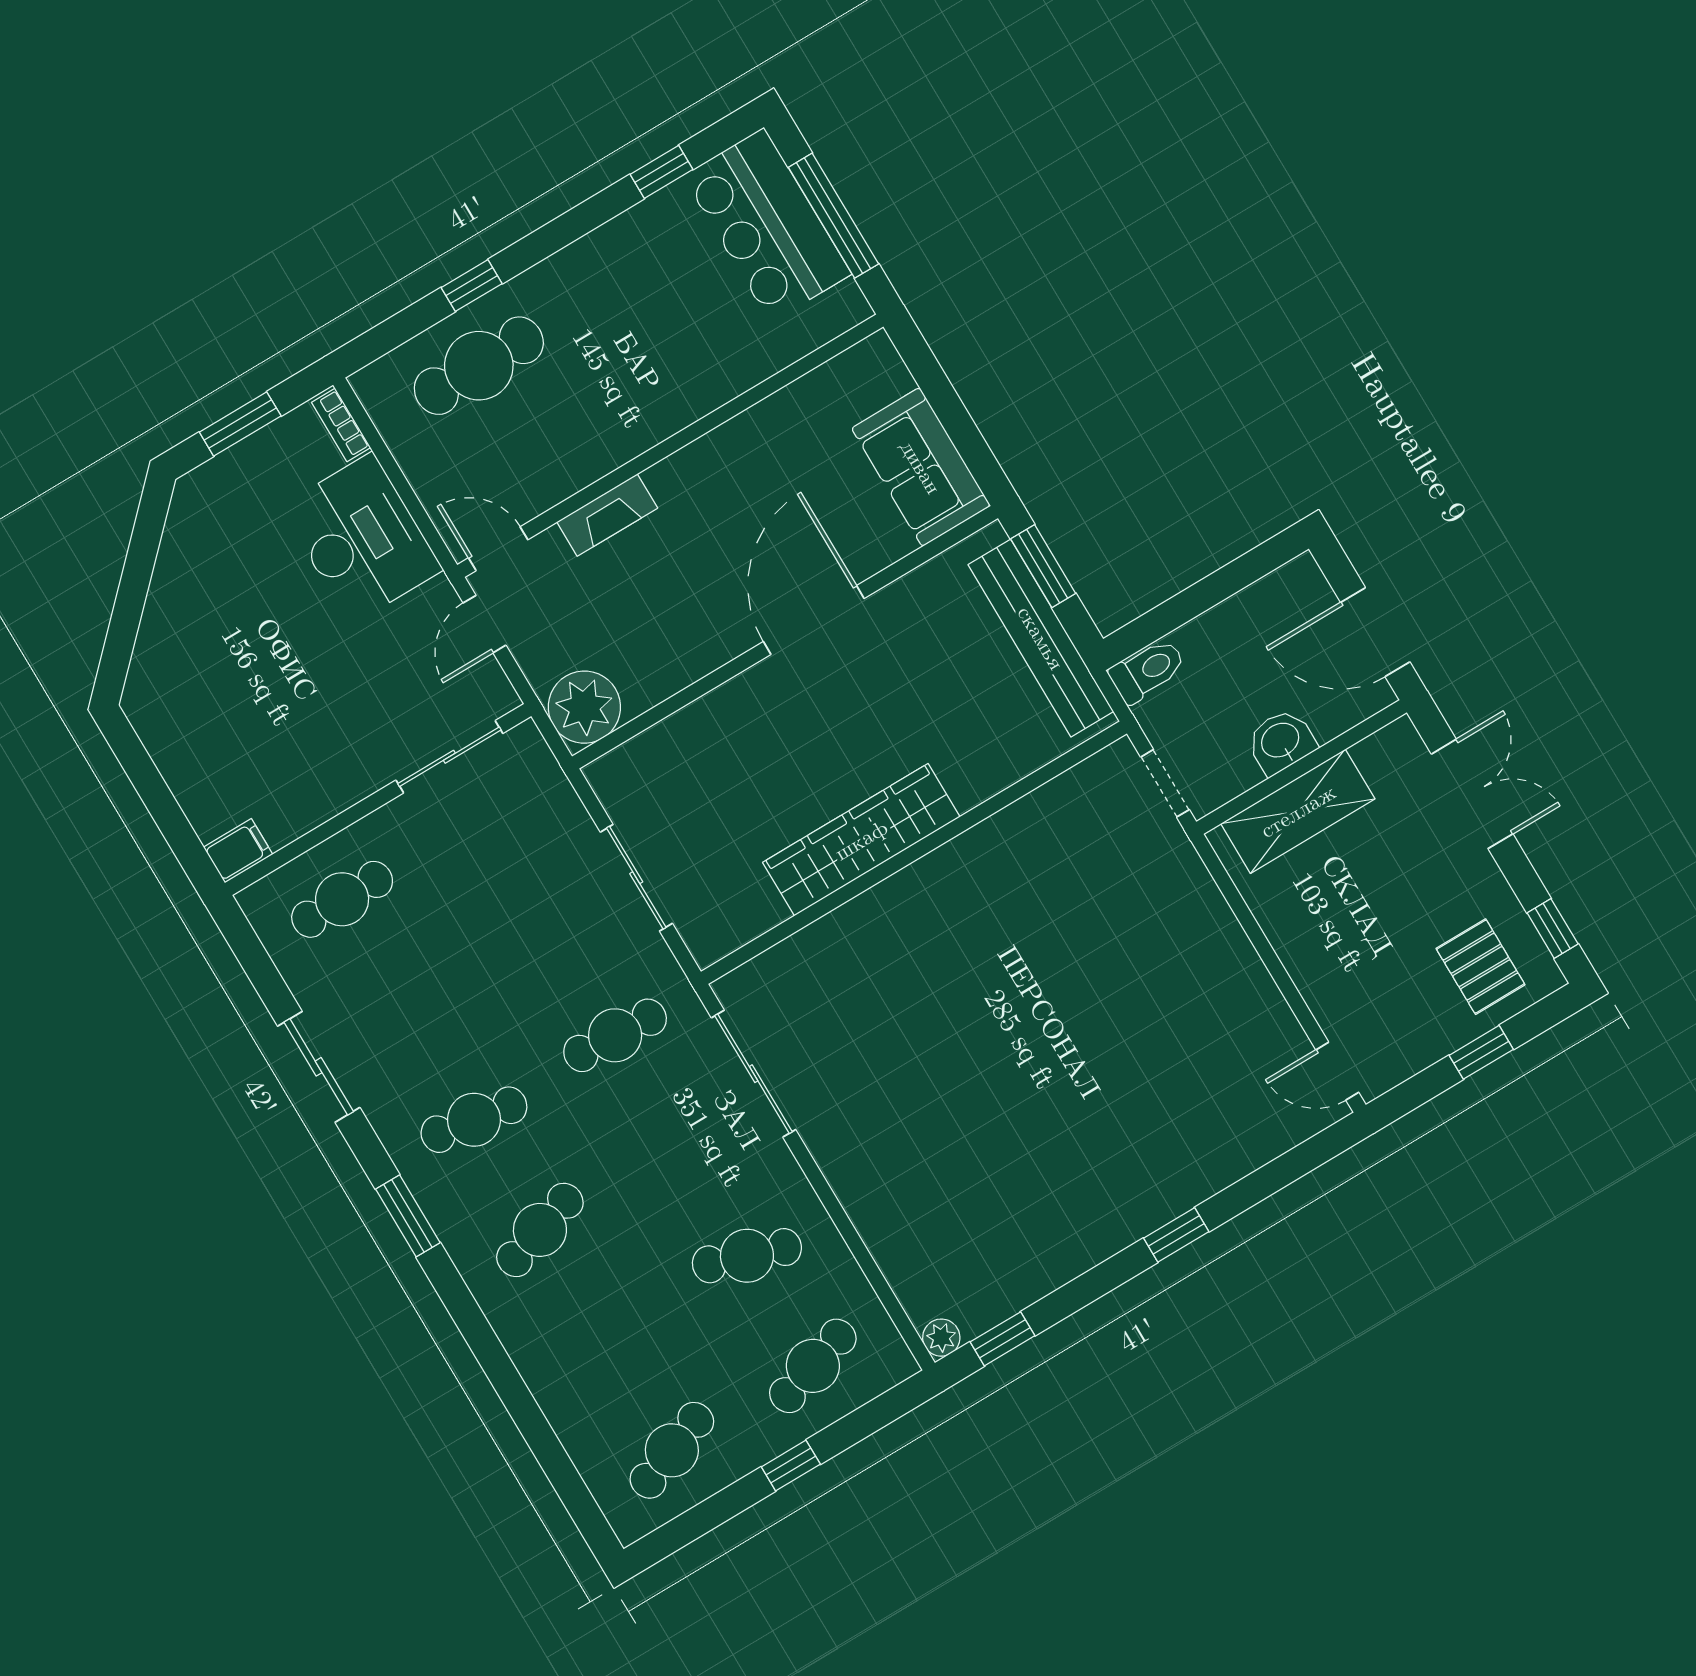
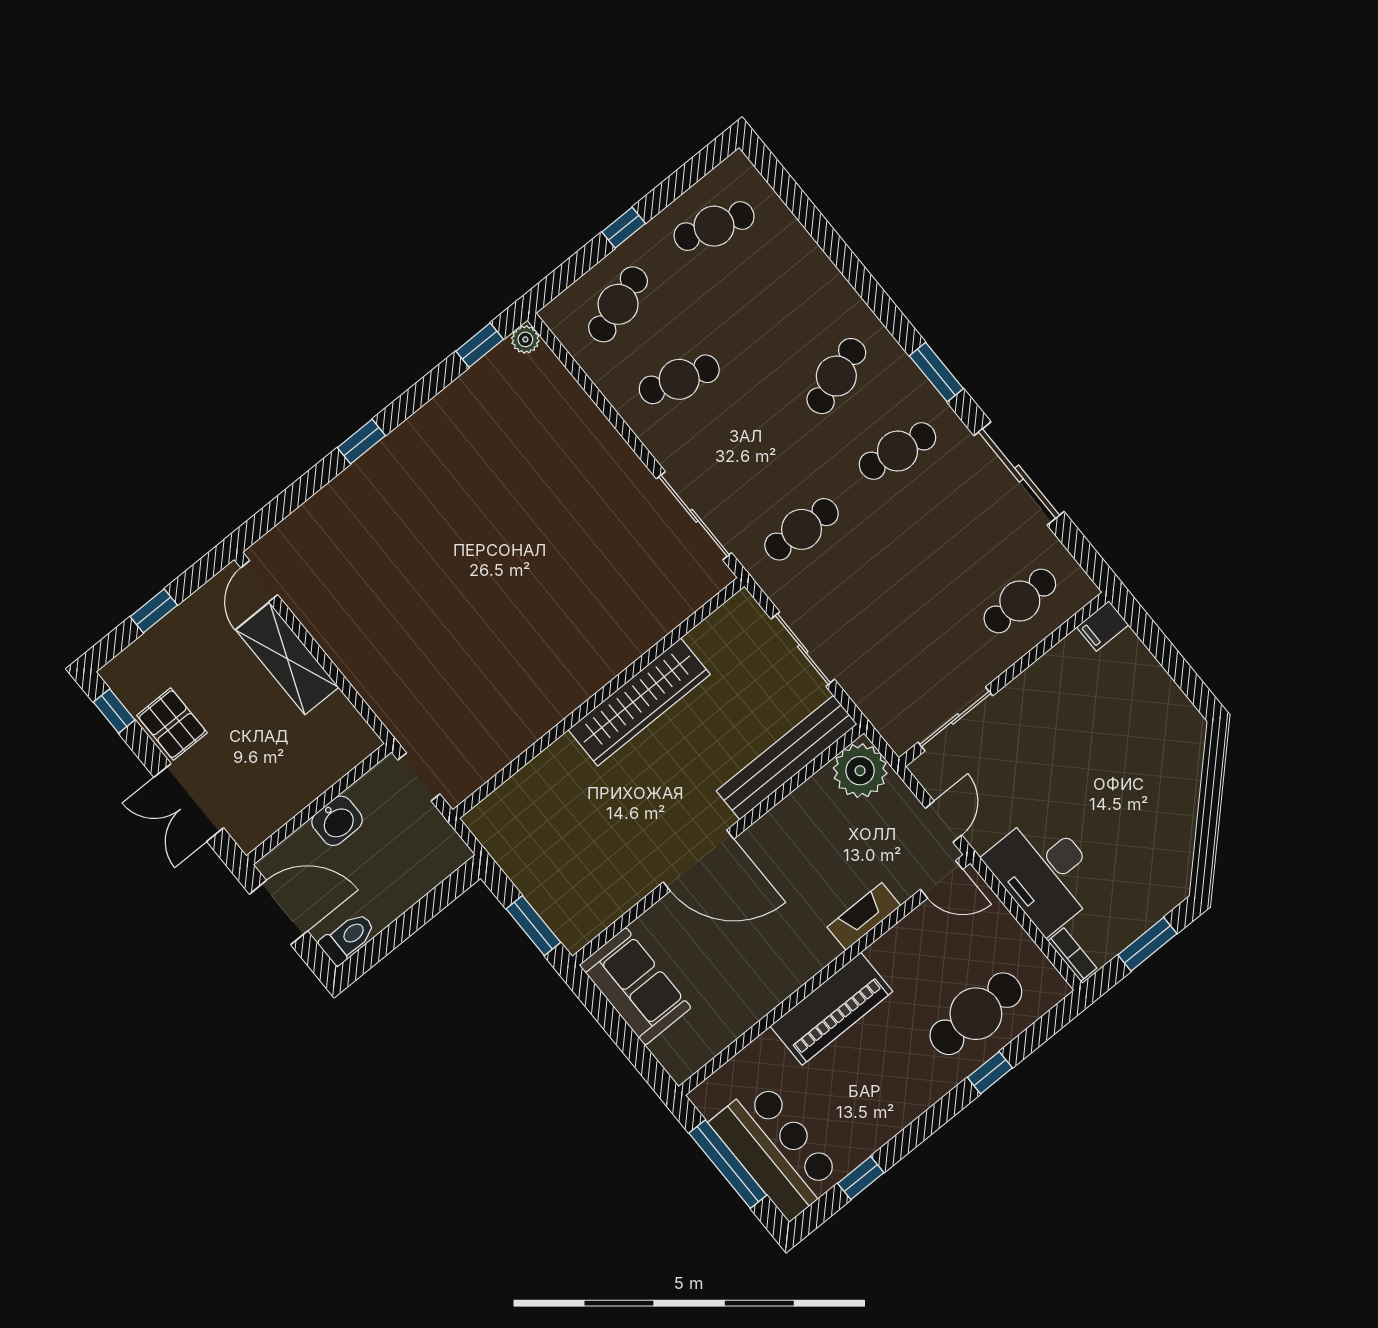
piano: (668, 400) -> (831, 1009), added
door: (814, 620) -> (699, 861), hinge flipped
bench: (1041, 638) -> (787, 758), moved, turned 90
toilet: (1148, 671) -> (348, 938), moved, turned 180
shelving: (1298, 811) -> (287, 659), moved, turned 90
pallet: (1481, 967) -> (172, 724), moved
sliding door: (319, 1067) -> (1019, 474), width x1.37
door: (1337, 1071) -> (259, 581), swing flipped
cafe table: (672, 1450) -> (714, 226), turned 39

